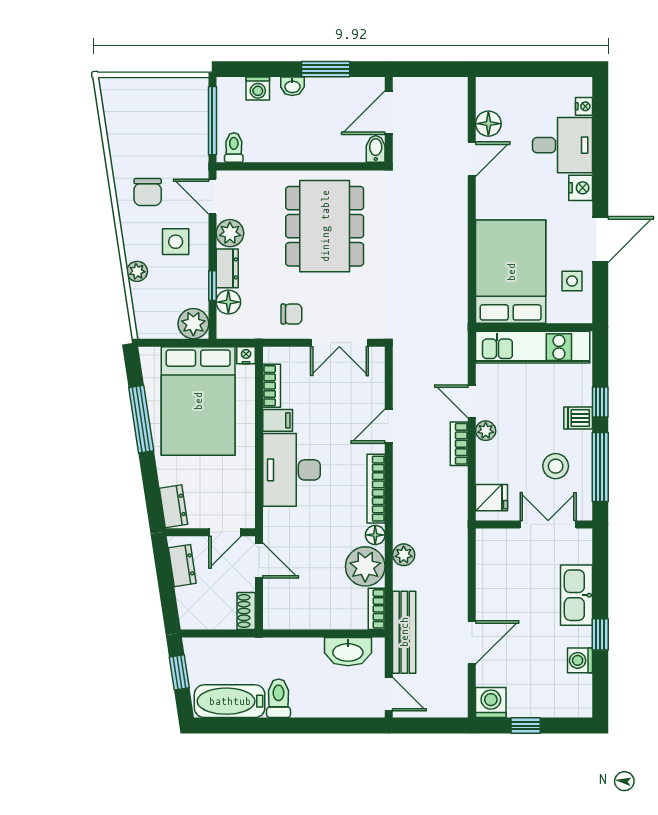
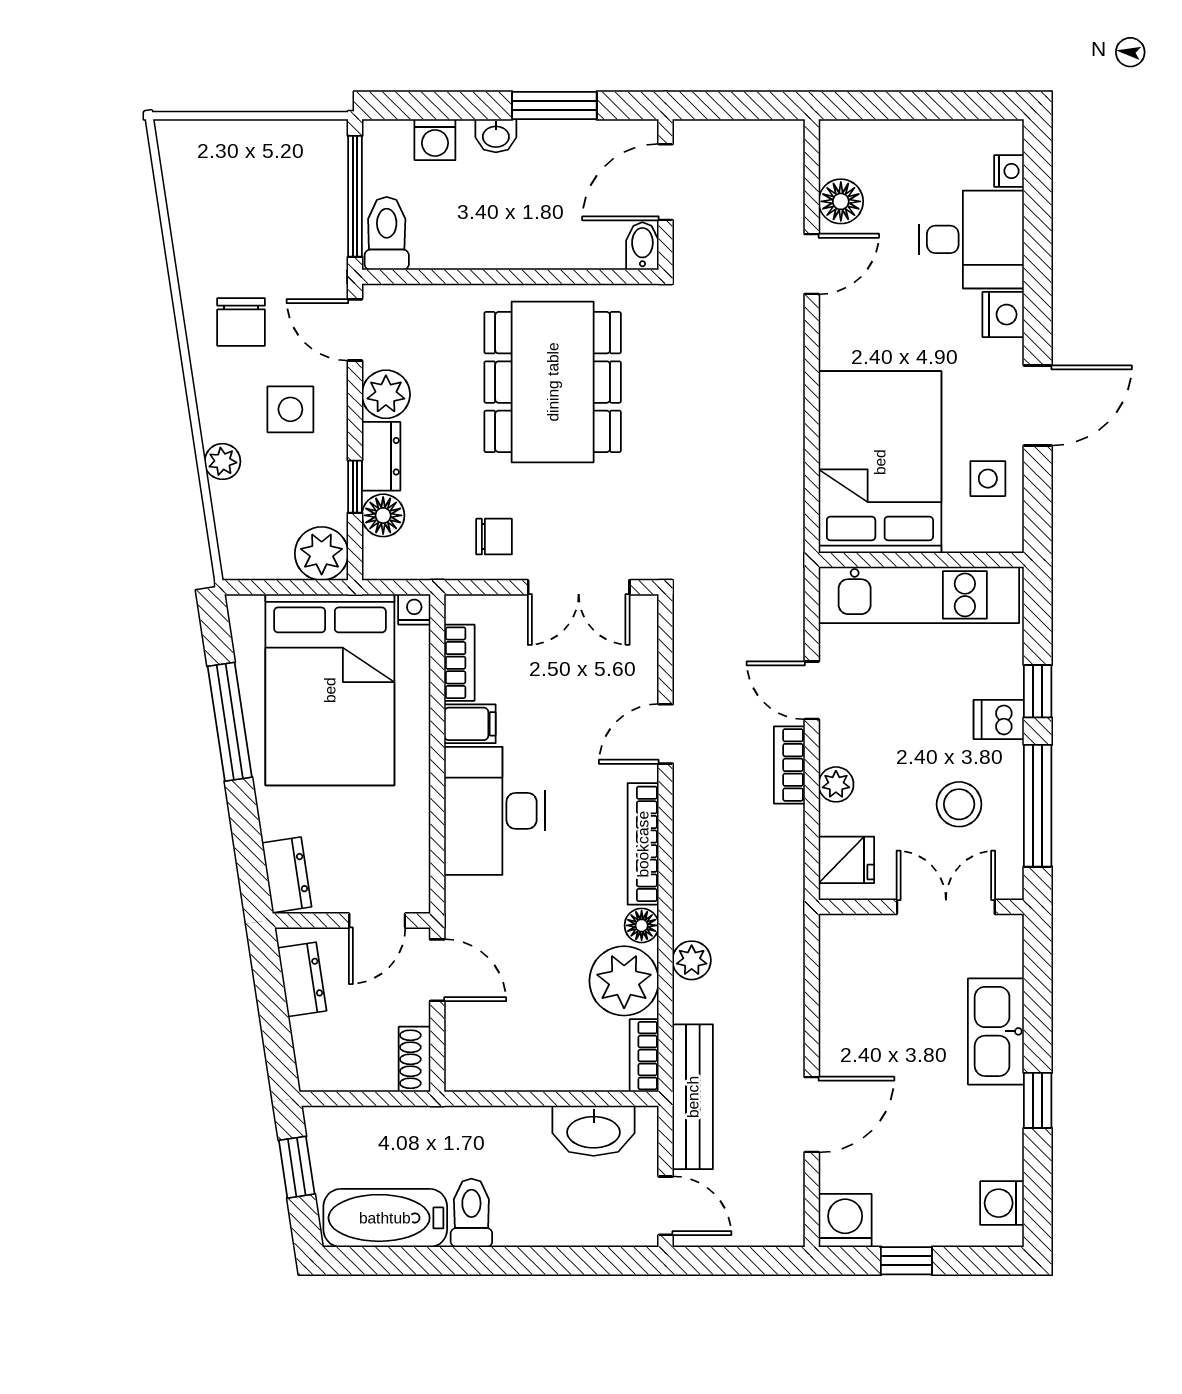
toilet: (234, 148) -> (387, 233), width x1.37, depth x1.39
plant: (486, 431) -> (836, 784), moved
washing machine: (580, 660) -> (1002, 1203), moved

